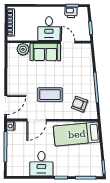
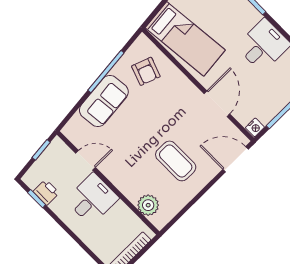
door: (68, 42) -> (86, 160), swing flipped
sofa: (45, 52) -> (104, 101), moved, turned 84
coffee table: (50, 95) -> (176, 161), moved
door: (36, 120) -> (217, 104), hinge flipped

